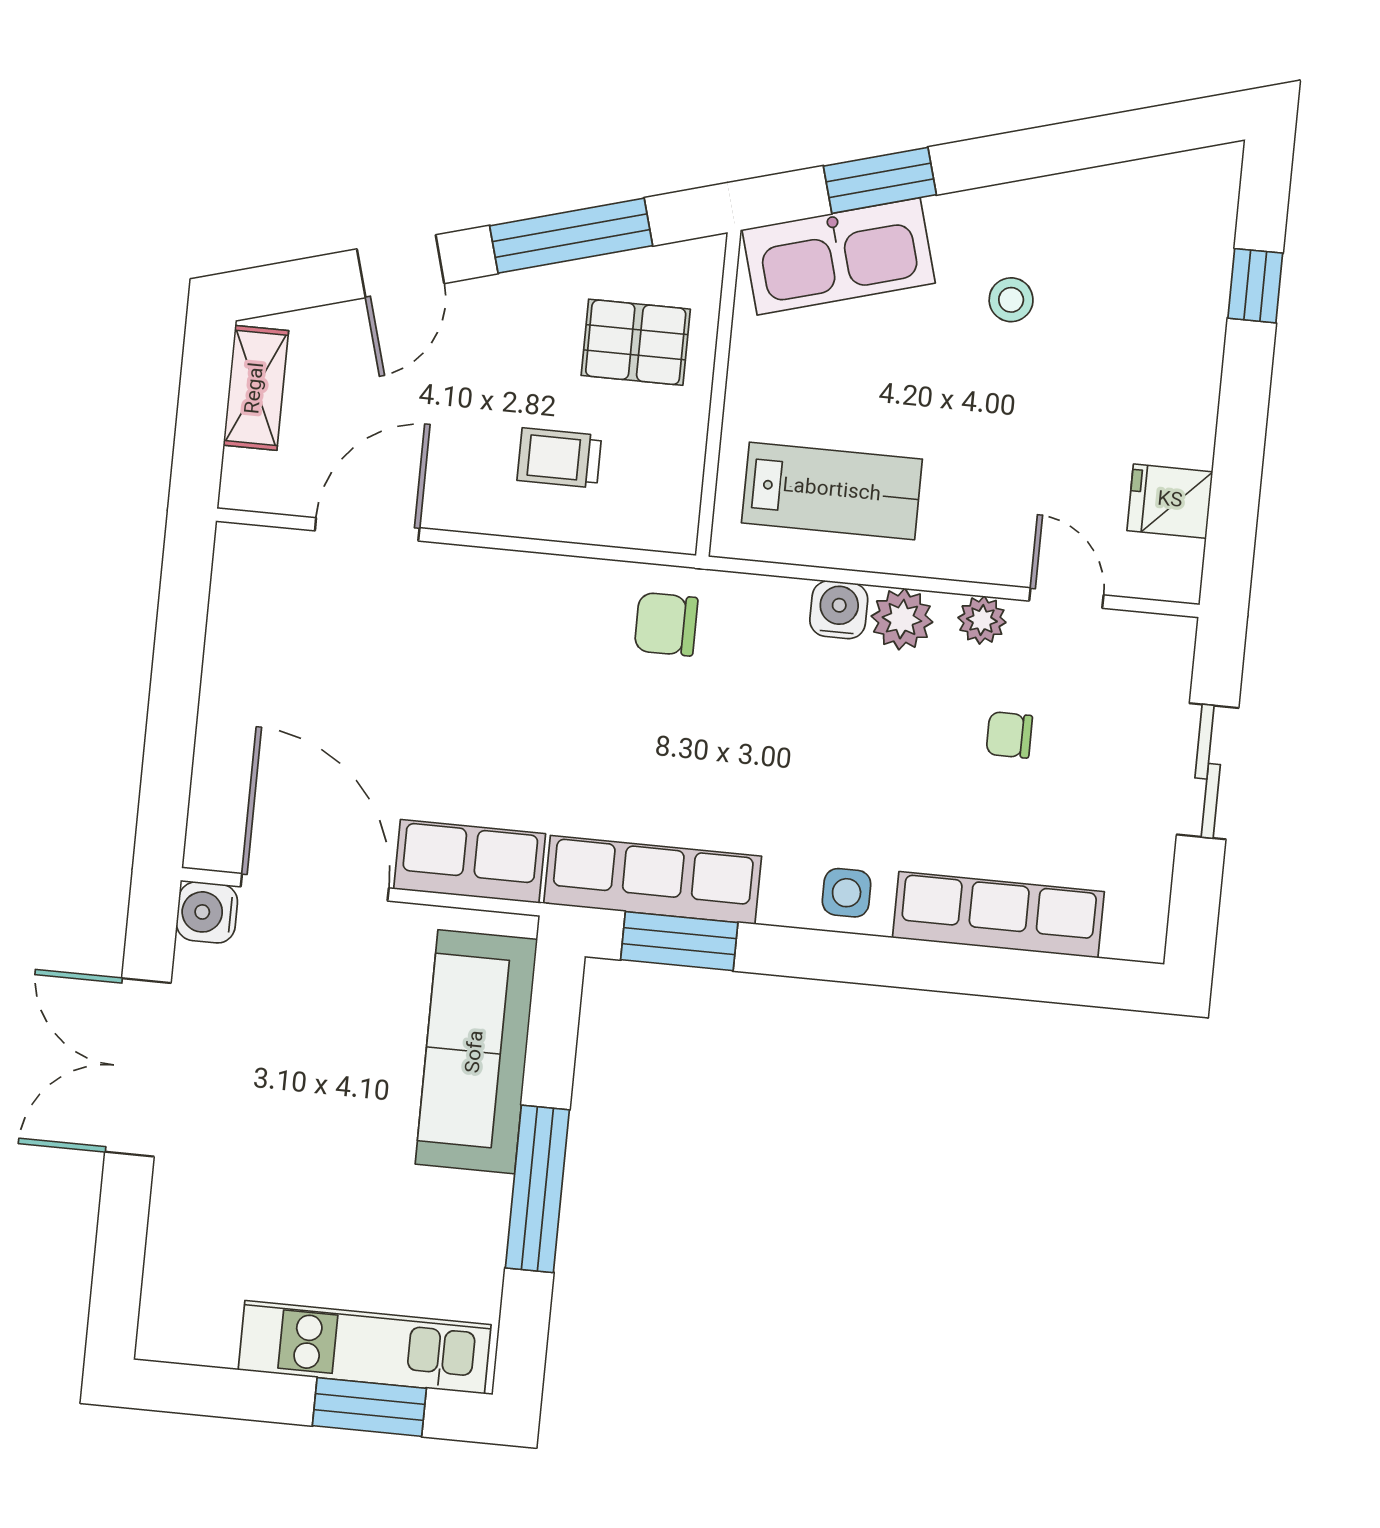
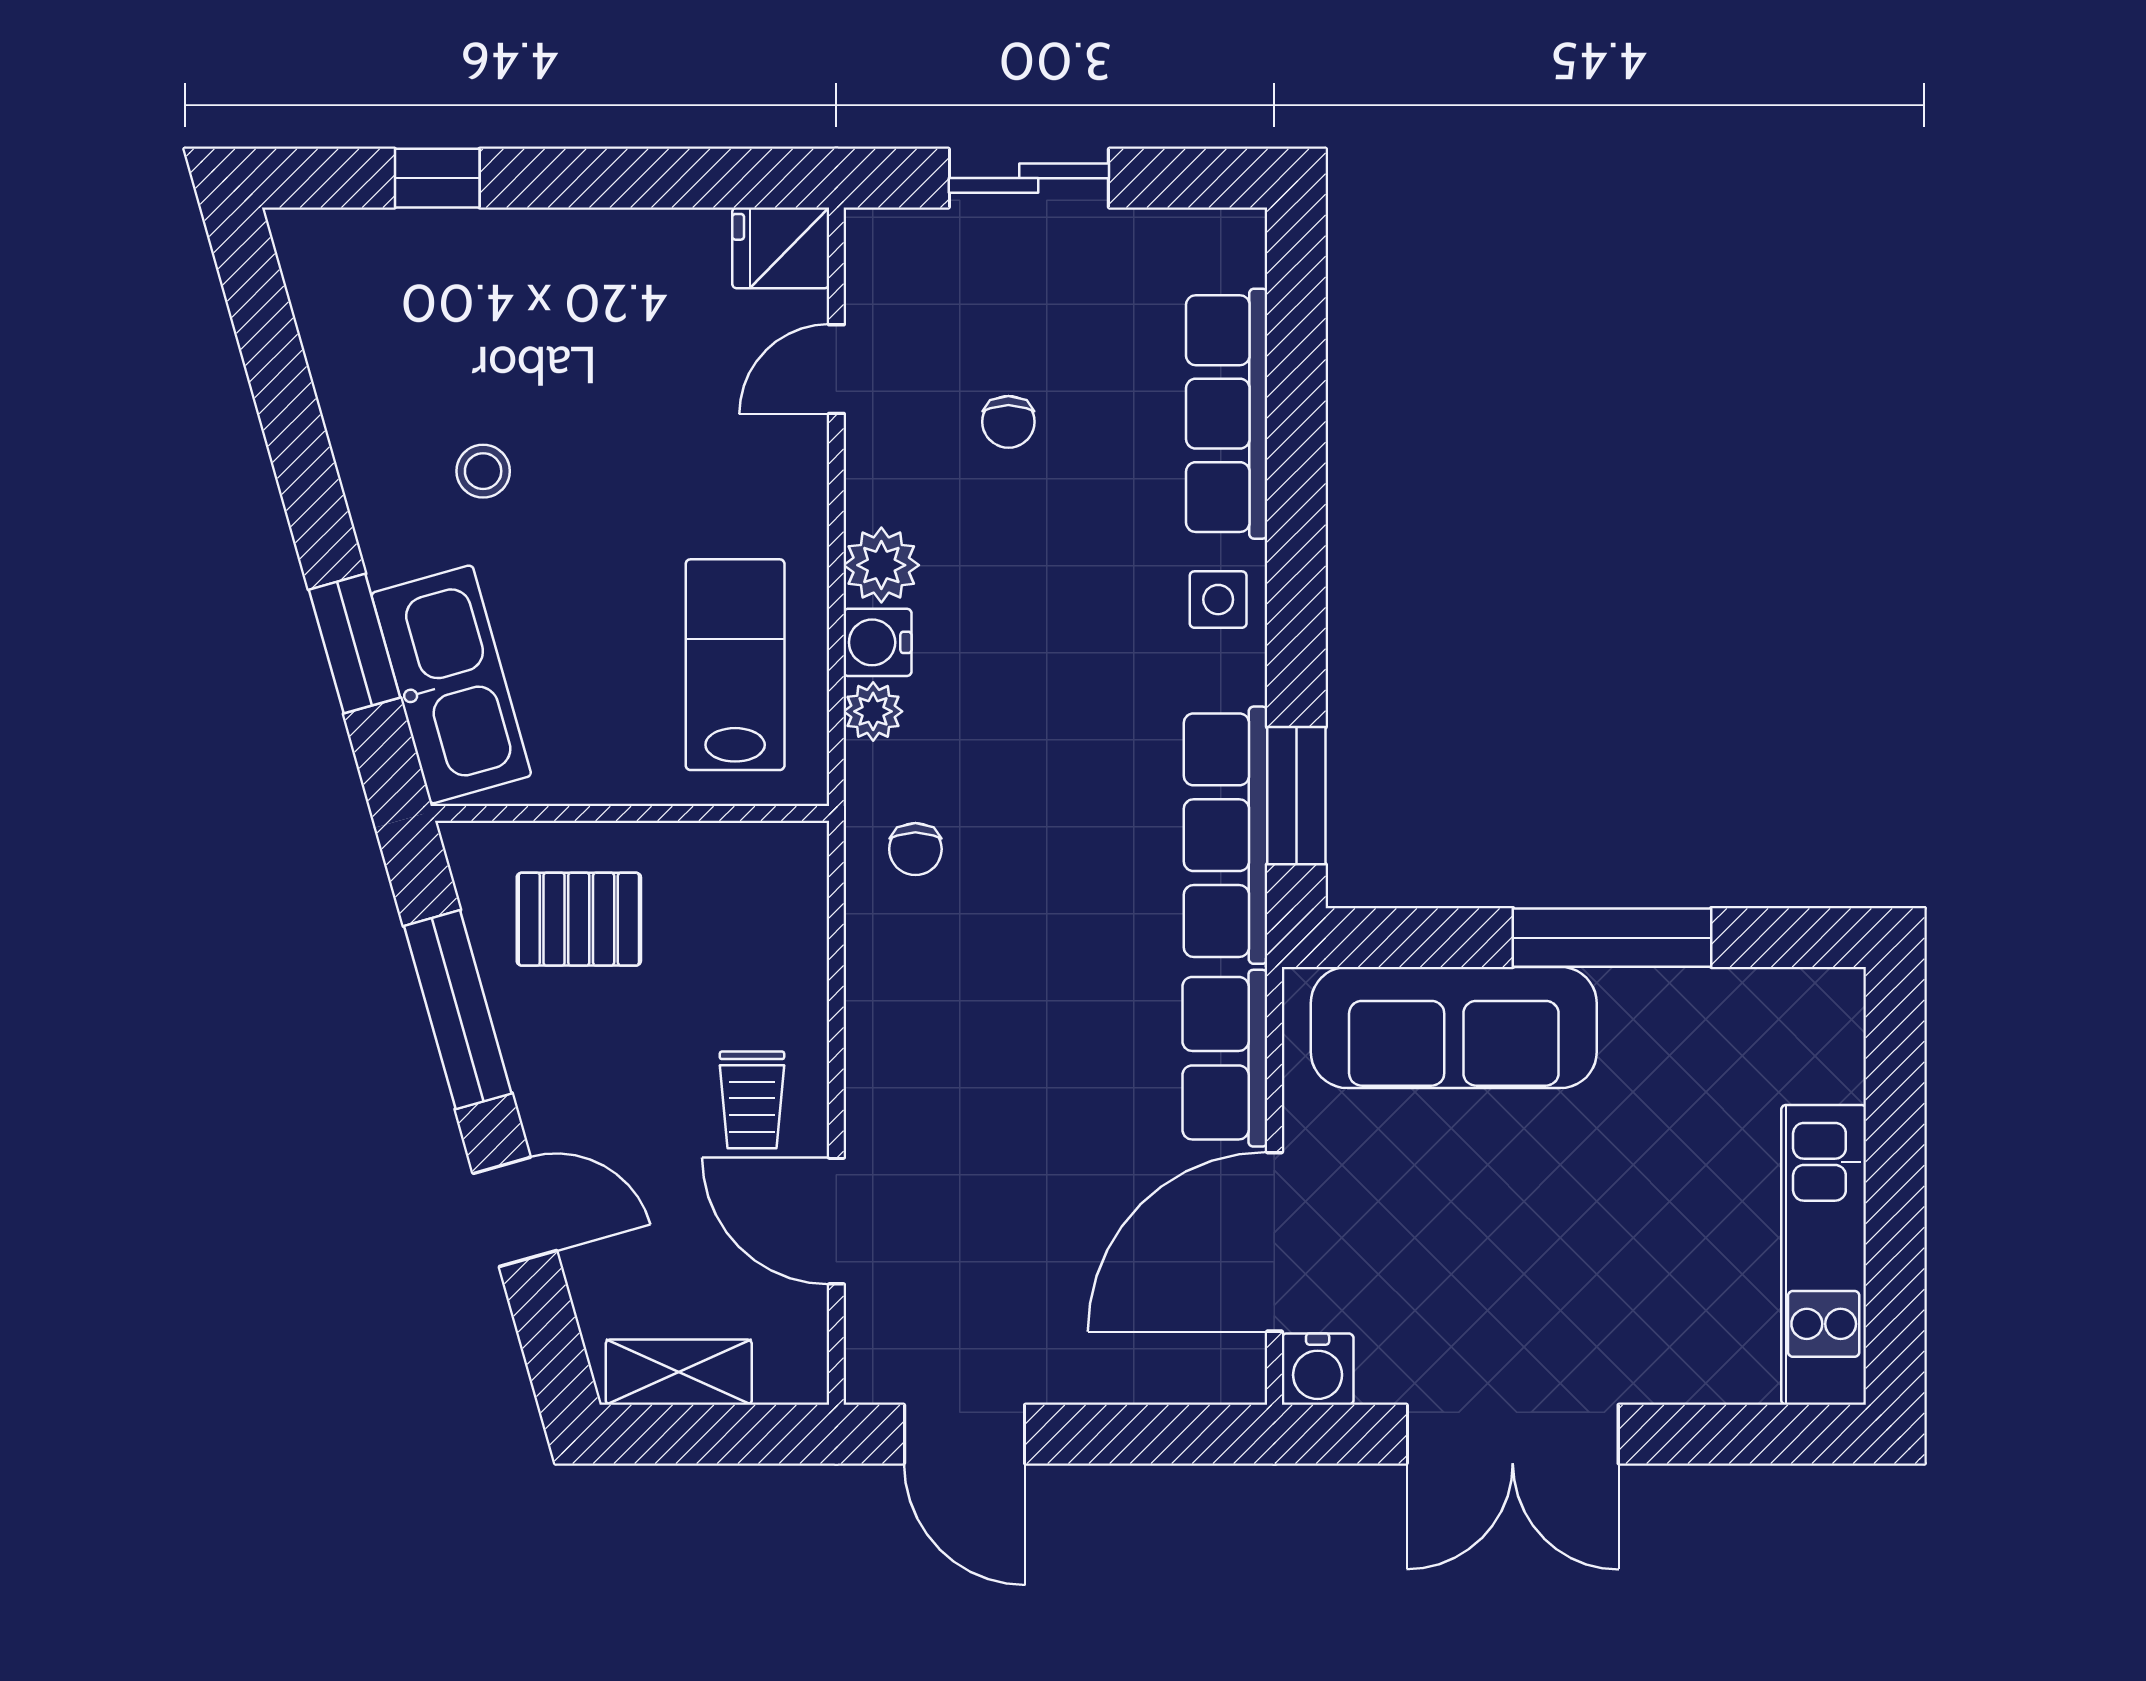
pallet: (636, 342) -> (579, 919), turned 90
trolley: (559, 458) -> (752, 1100), moved
fridge: (1170, 501) -> (781, 248), moved, turned 90
door: (182, 617) -> (965, 1434), added
plant: (982, 620) -> (873, 711), moved
chair: (666, 624) -> (915, 849), width x0.73, depth x0.73
kitchen unit: (365, 1347) -> (1824, 1255), moved
window: (369, 1407) -> (1895, 1115), removed

